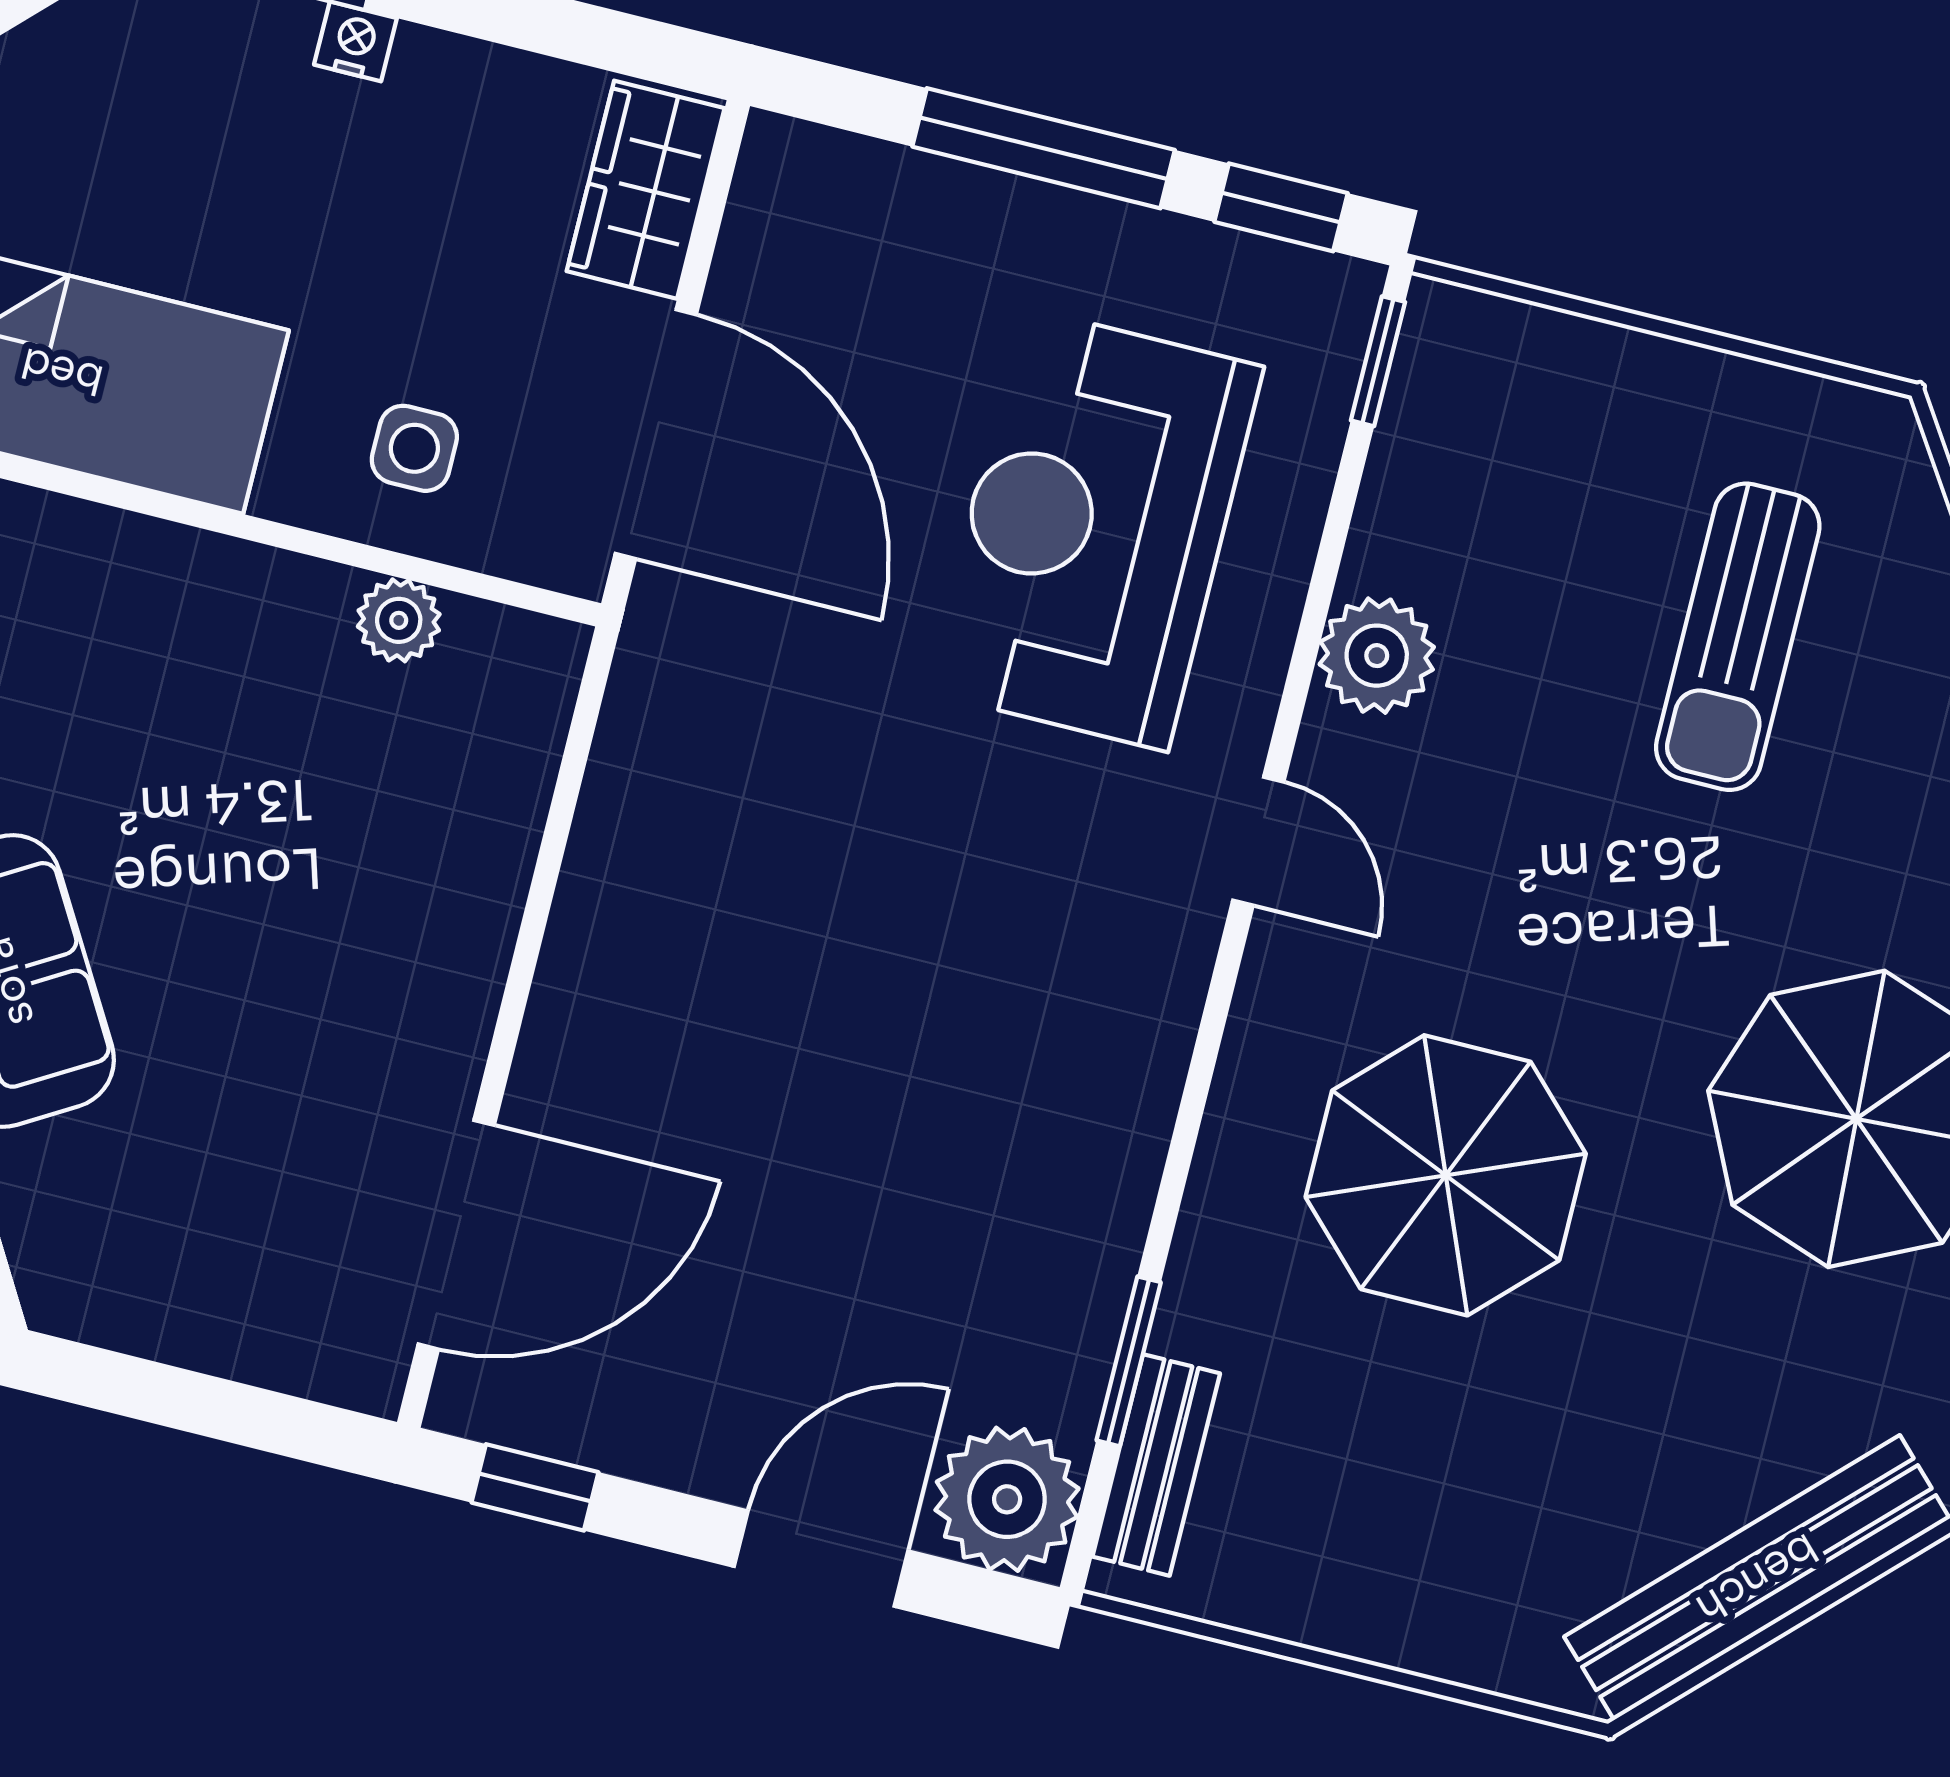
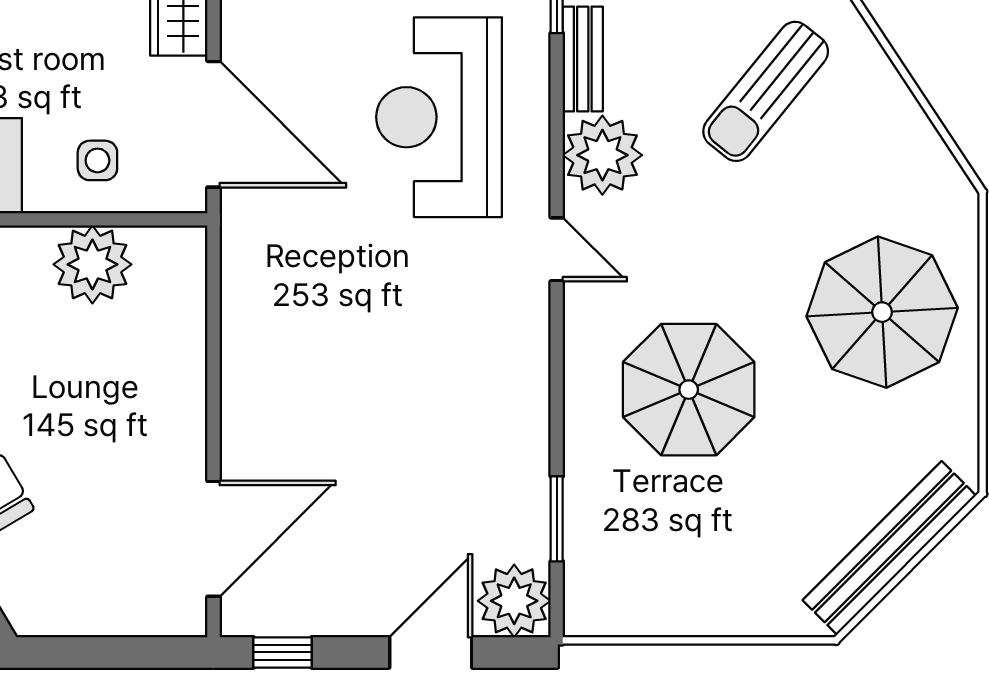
plant: (399, 620) -> (92, 264), width x1.87, depth x1.87
sun lounger: (1738, 637) -> (766, 91), turned 39
plant: (1377, 656) -> (602, 155), width x1.36, depth x1.36
bench: (1156, 1465) -> (583, 59), moved

